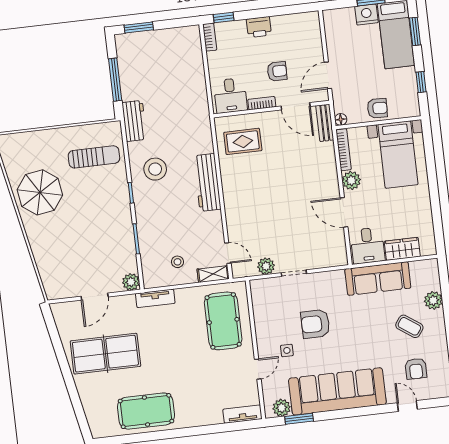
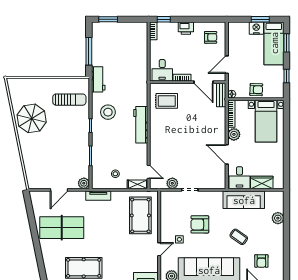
armchair: (277, 71) -> (211, 37), moved
coffee table: (409, 326) -> (239, 237), moved

